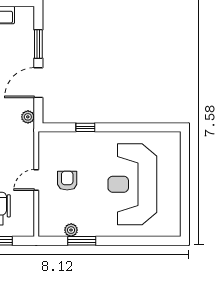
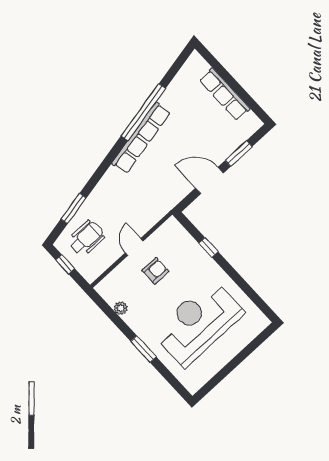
plant: (28, 117) -> (176, 196), removed
door: (36, 180) -> (134, 247), hinge flipped
window: (82, 241) -> (143, 349), moved

